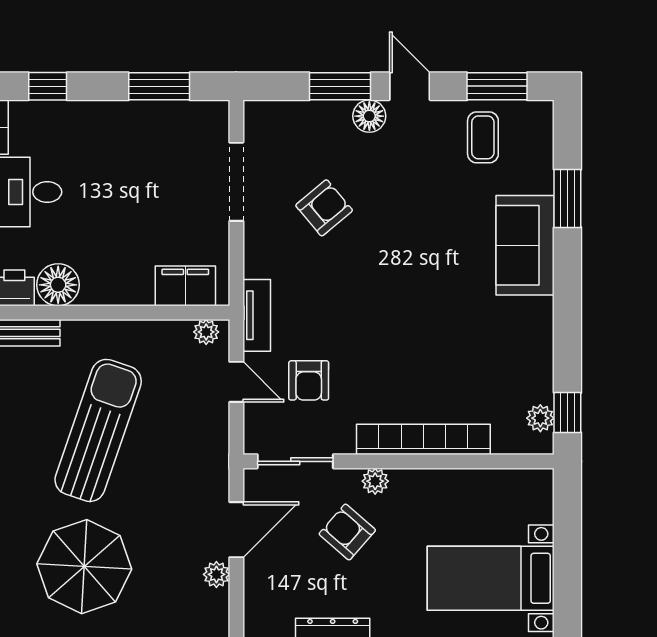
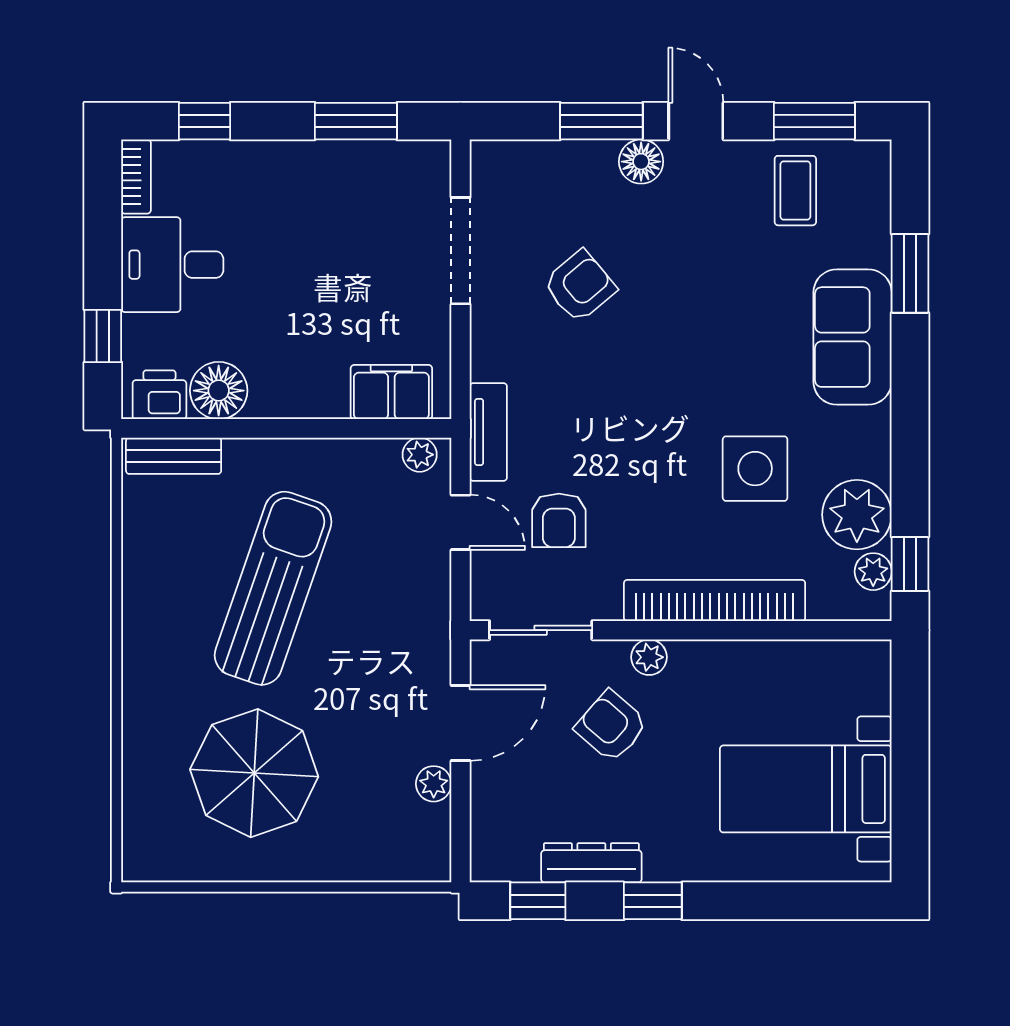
side table: (453, 342) -> (755, 469), added
plant: (528, 376) -> (857, 515), added

